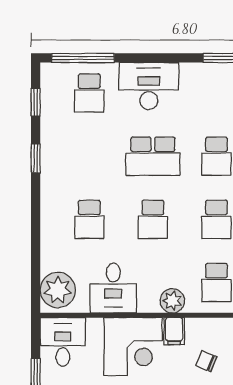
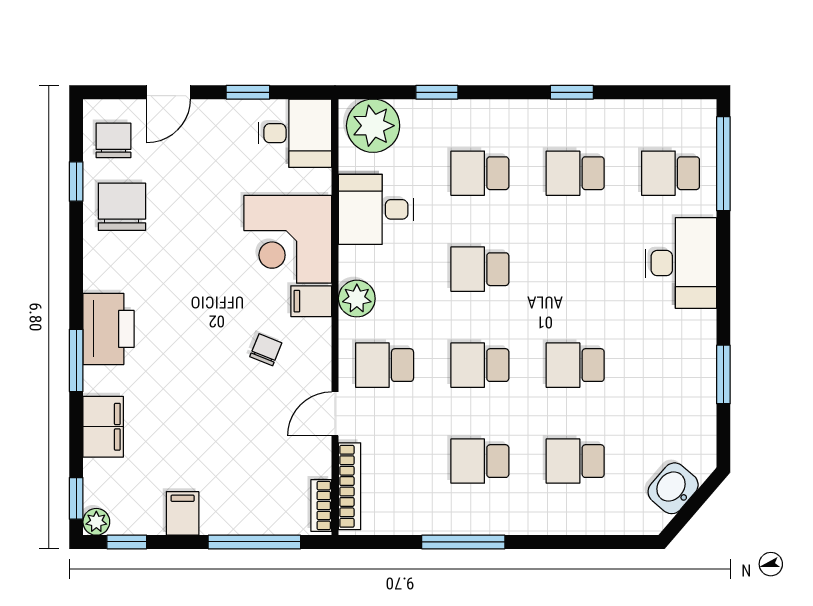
window: (36, 102) -> (437, 92), moved
school desk: (153, 156) -> (575, 173), moved, width x0.54

